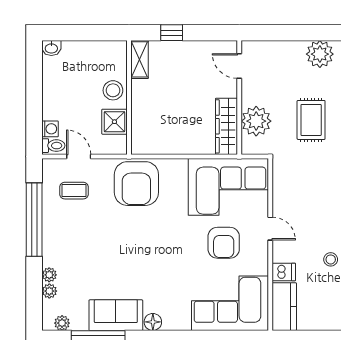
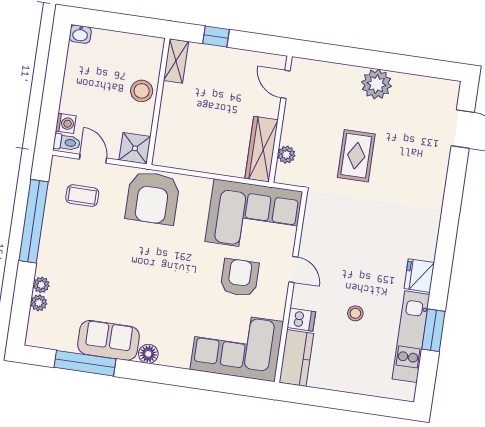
plant: (256, 121) -> (286, 155), width x0.53, depth x0.53
shower: (114, 122) -> (135, 148), moved
armchair: (224, 243) -> (240, 278), turned 180
plant: (62, 323) -> (48, 340), removed

